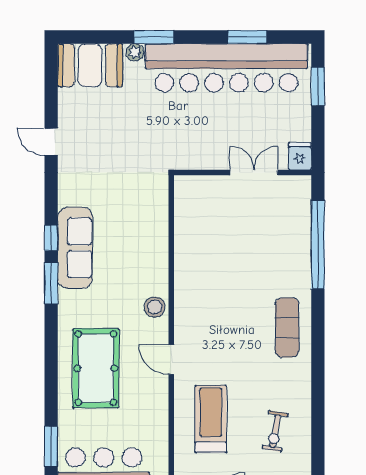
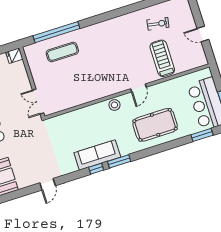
double door: (254, 173) -> (38, 102), moved
exercise mat: (287, 327) -> (62, 52), moved
treadmill: (211, 419) -> (162, 58), turned 90

